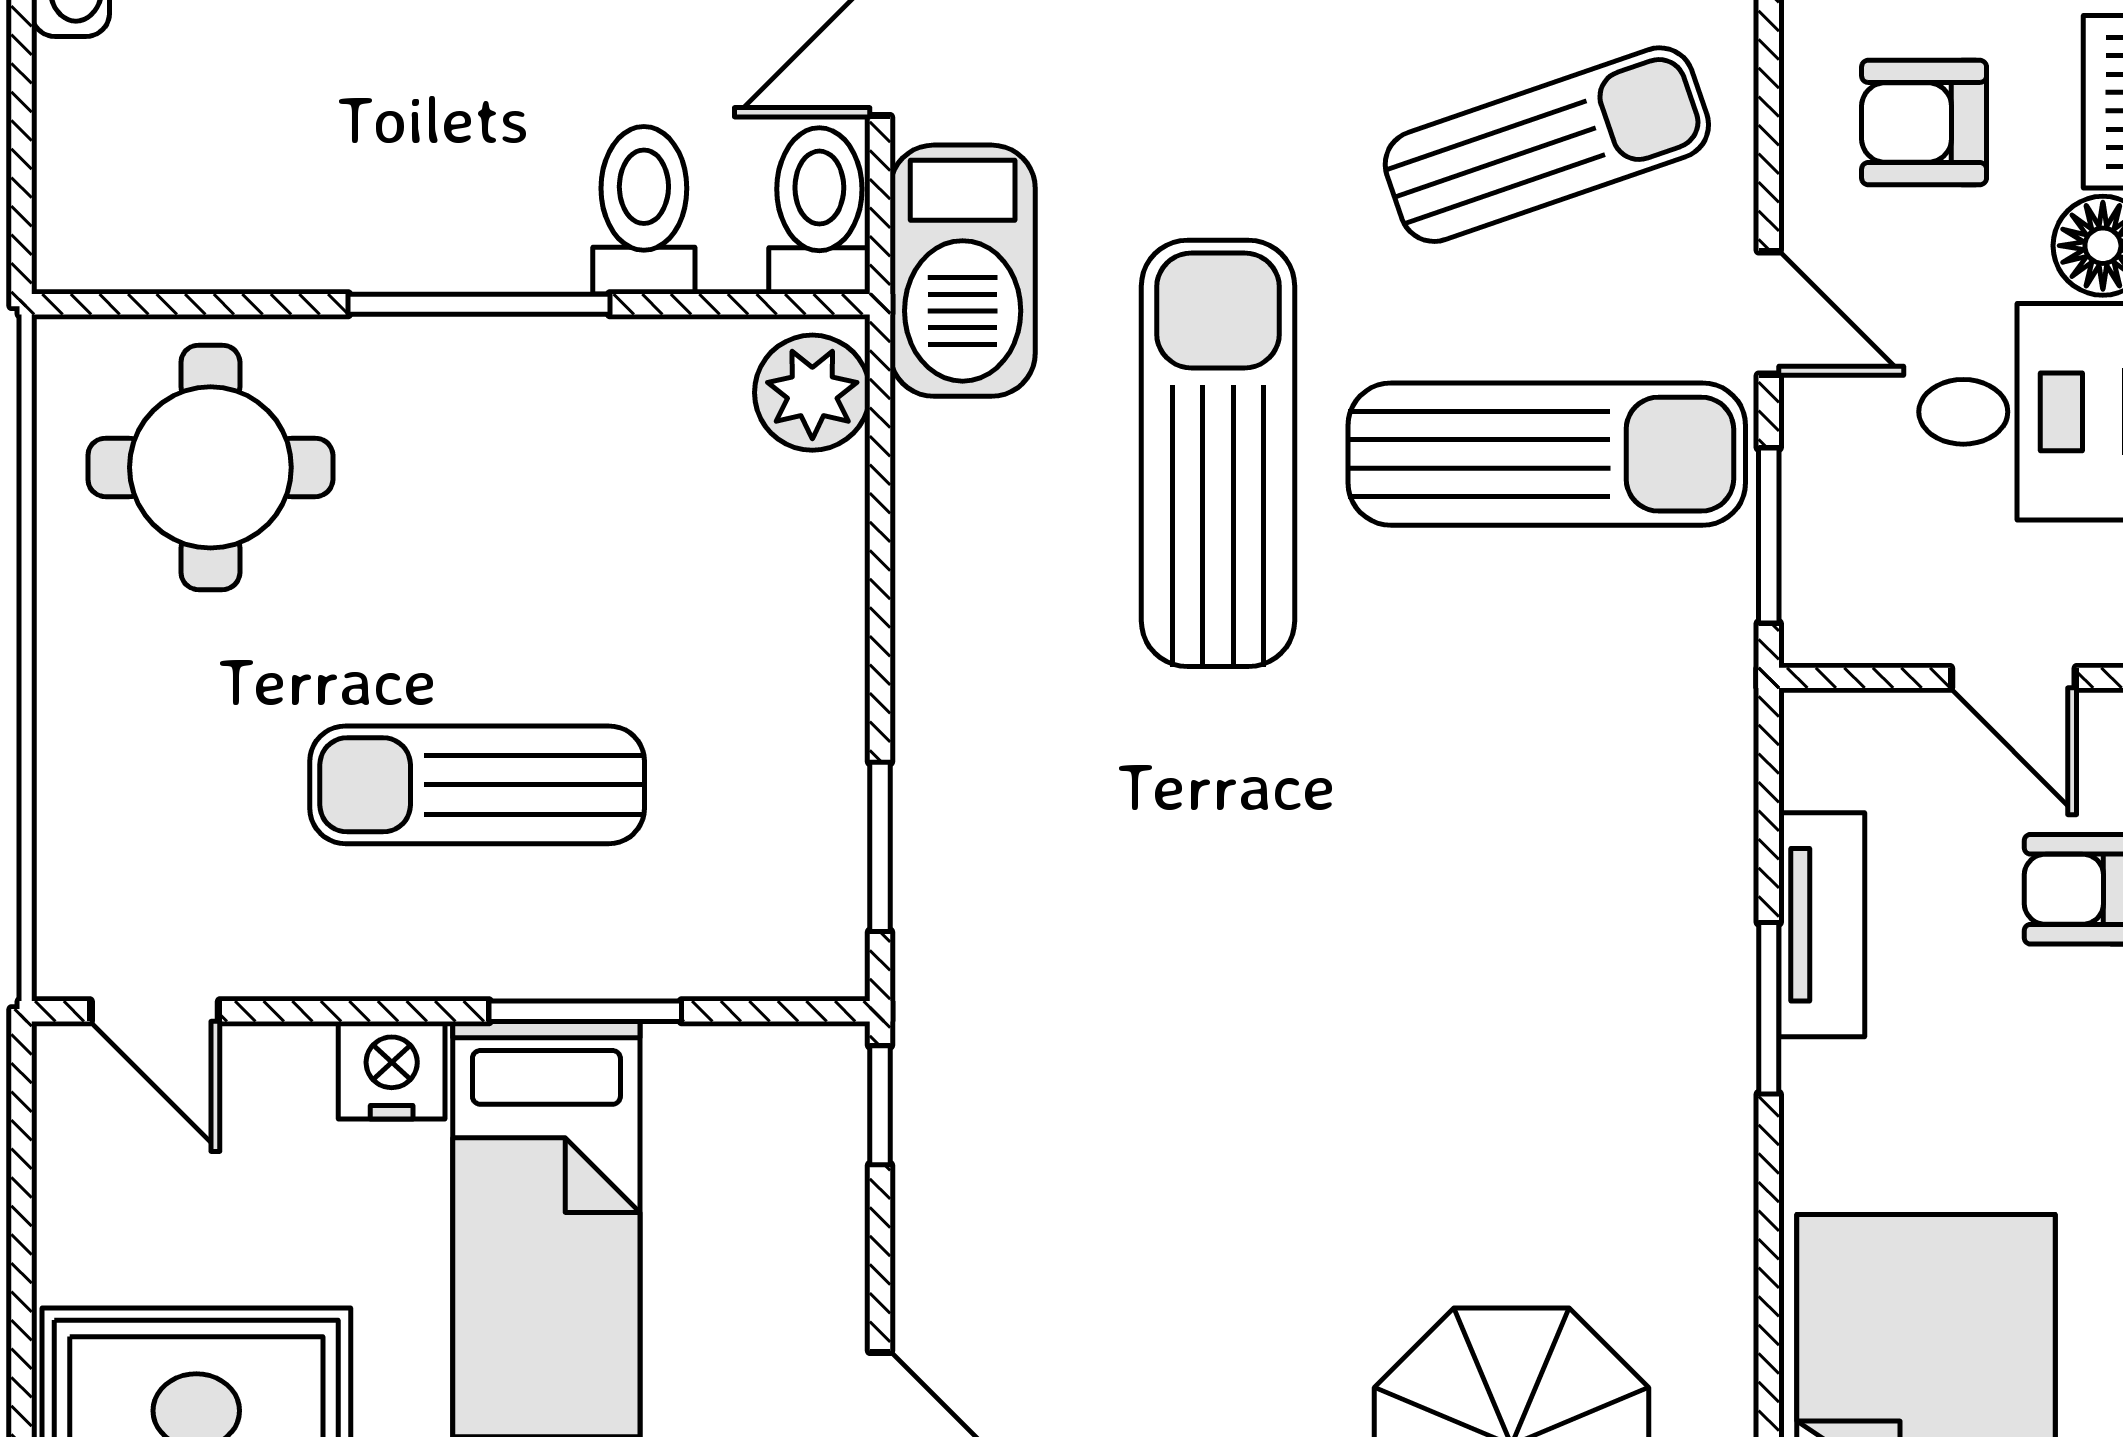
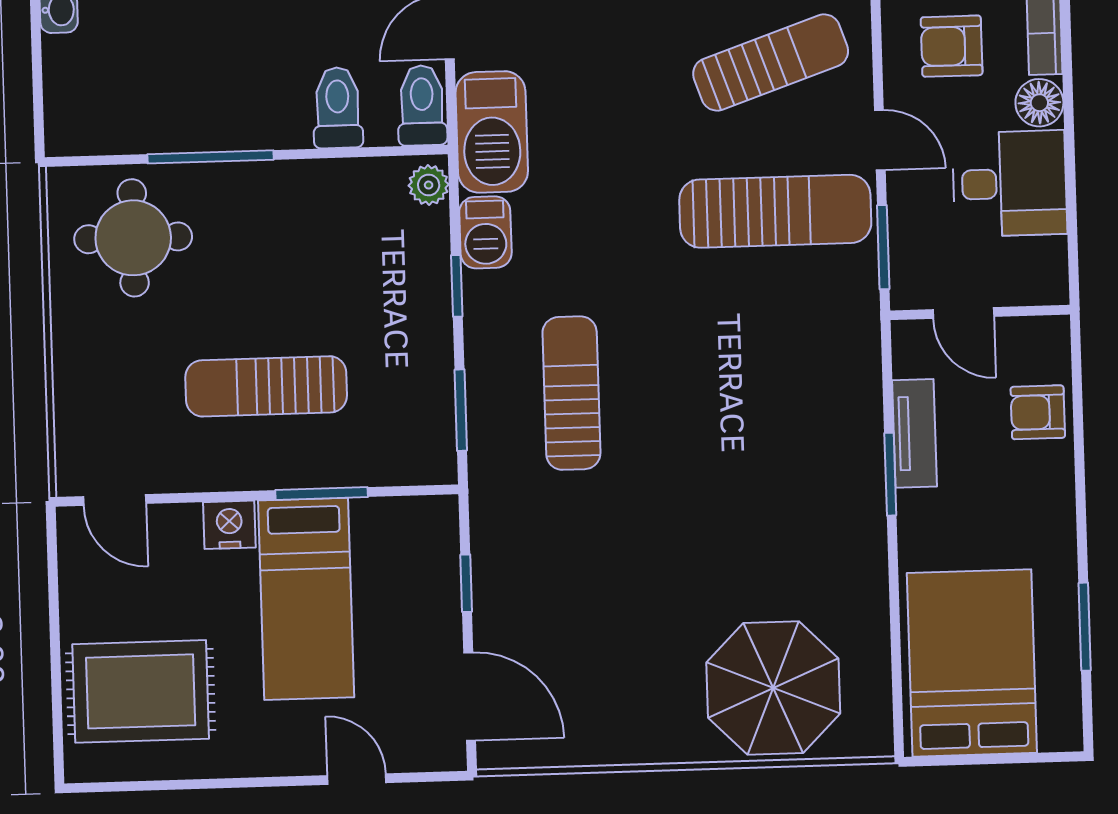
window: (479, 304) -> (211, 157), moved
plant: (812, 393) -> (429, 185), width x0.73, depth x0.73
sun lounger: (1218, 453) -> (571, 393), moved, width x0.73, depth x0.75
barbecue: (943, 479) -> (485, 232), added
window: (880, 588) -> (457, 286), added
door: (2013, 678) -> (963, 313), moved
window: (880, 1105) -> (466, 583), moved

